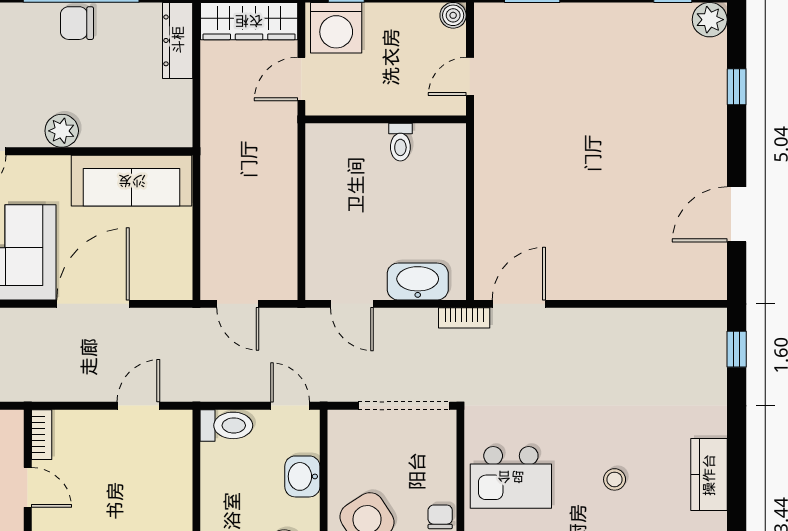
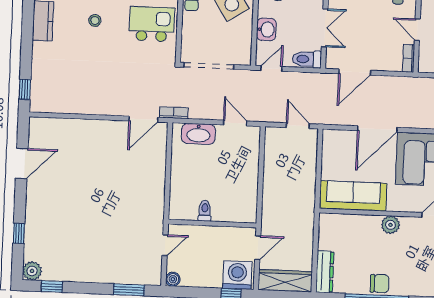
door: (138, 406) -> (355, 72), width x1.38
door: (290, 406) -> (271, 69), swing flipped
double door: (196, 484) -> (325, 28), added

